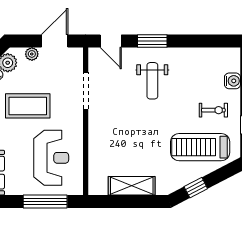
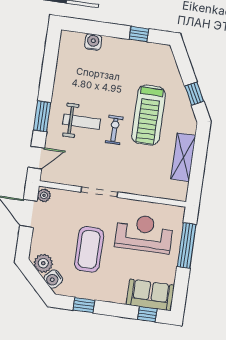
plant: (32, 54) -> (44, 195), moved
doorway: (86, 91) -> (99, 192), moved
exercise bike: (213, 110) -> (114, 130), moved
treadmill: (200, 147) -> (149, 115), moved

